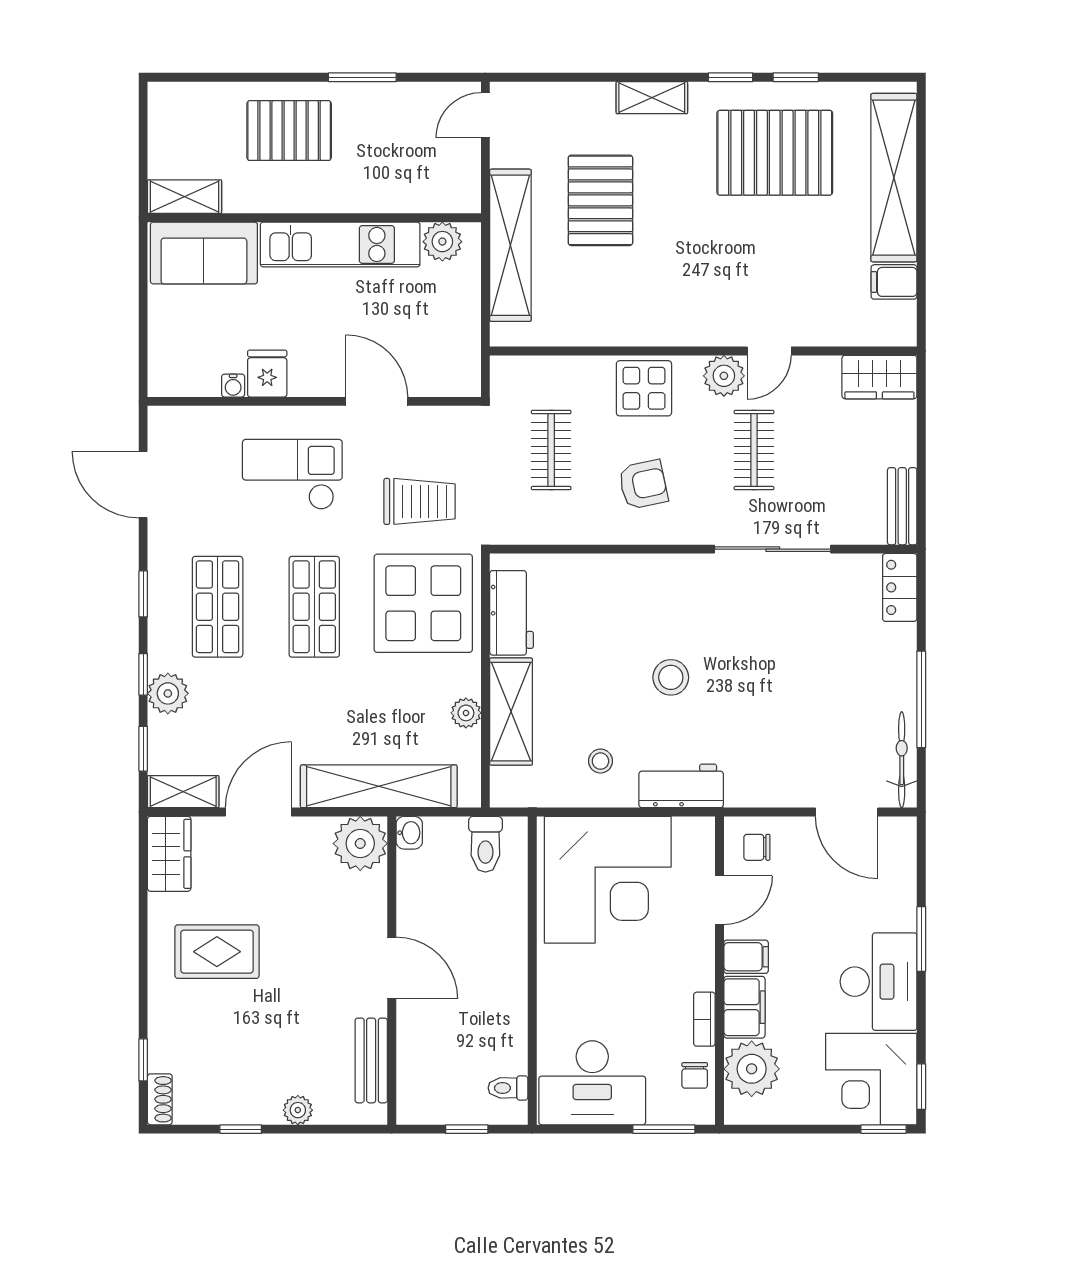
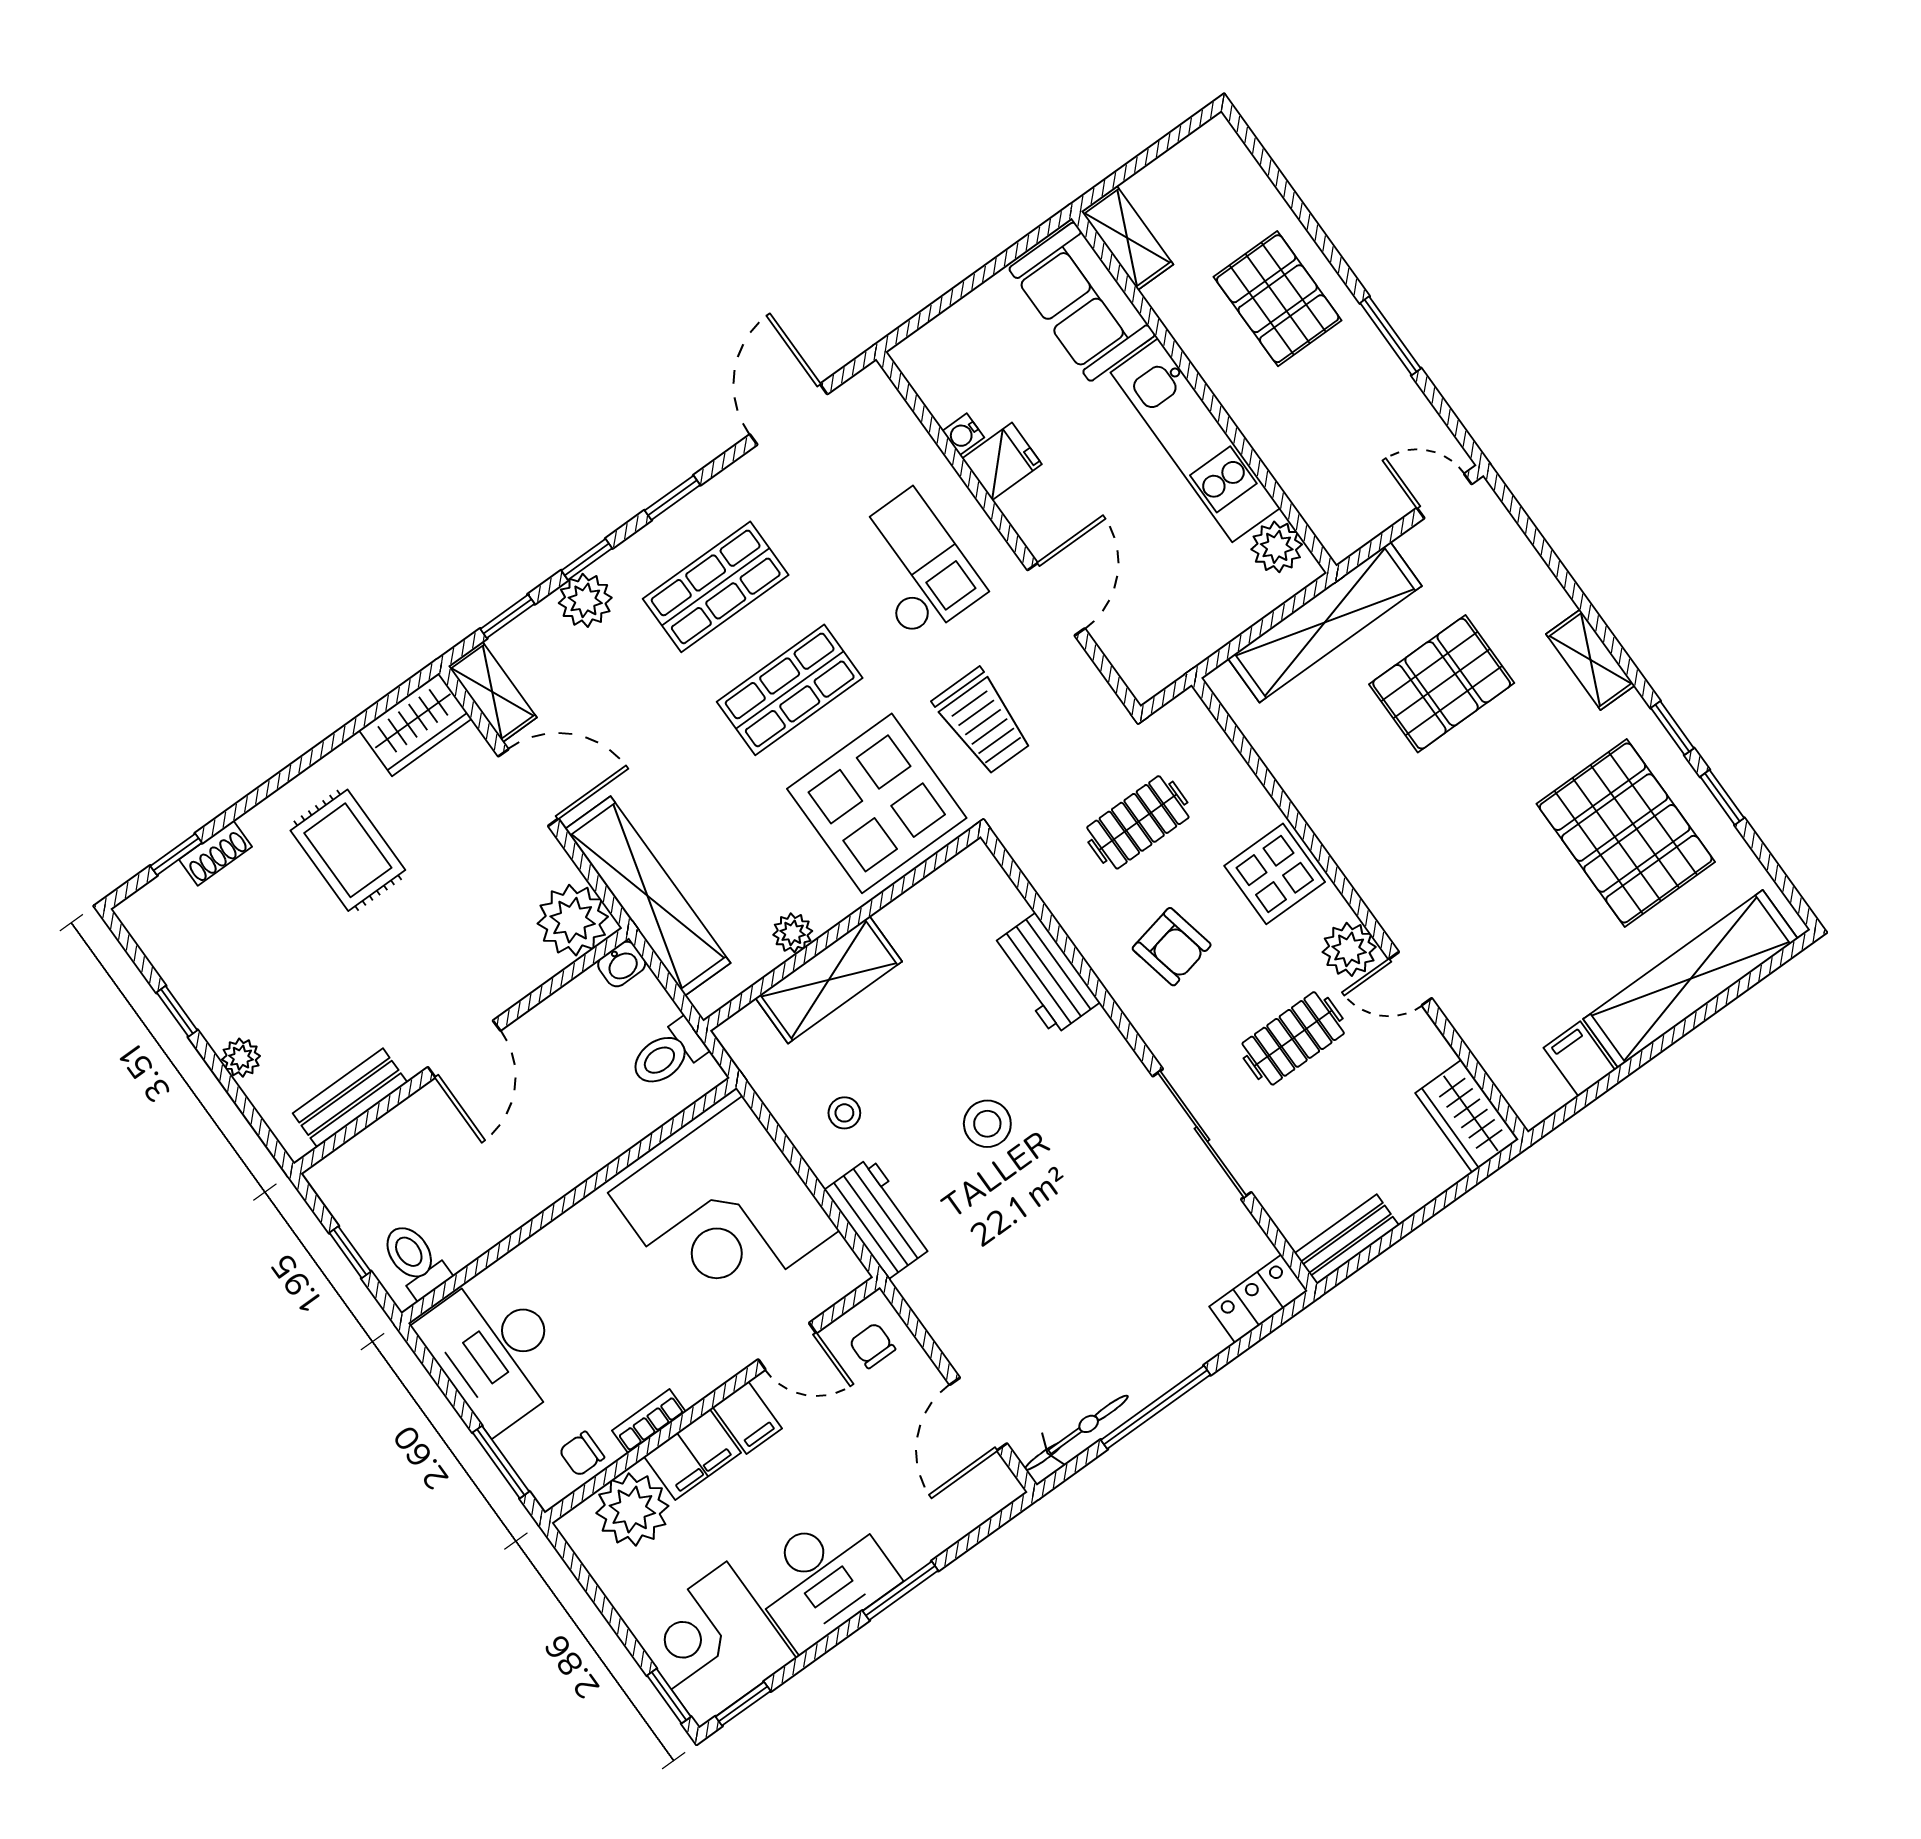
workbench: (512, 613) -> (1045, 974), moved, turned 90
toilet: (508, 1088) -> (415, 1260), width x1.37, depth x1.39
shoe rack: (160, 1099) -> (216, 853), moved

